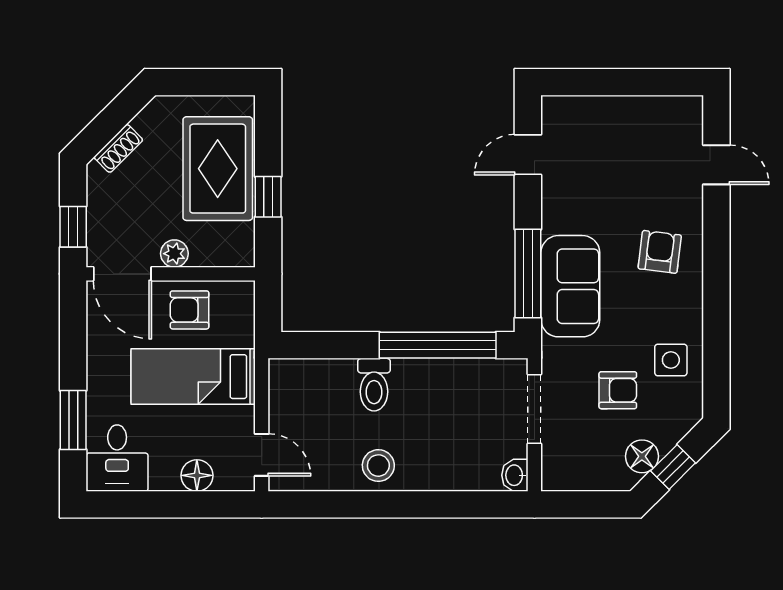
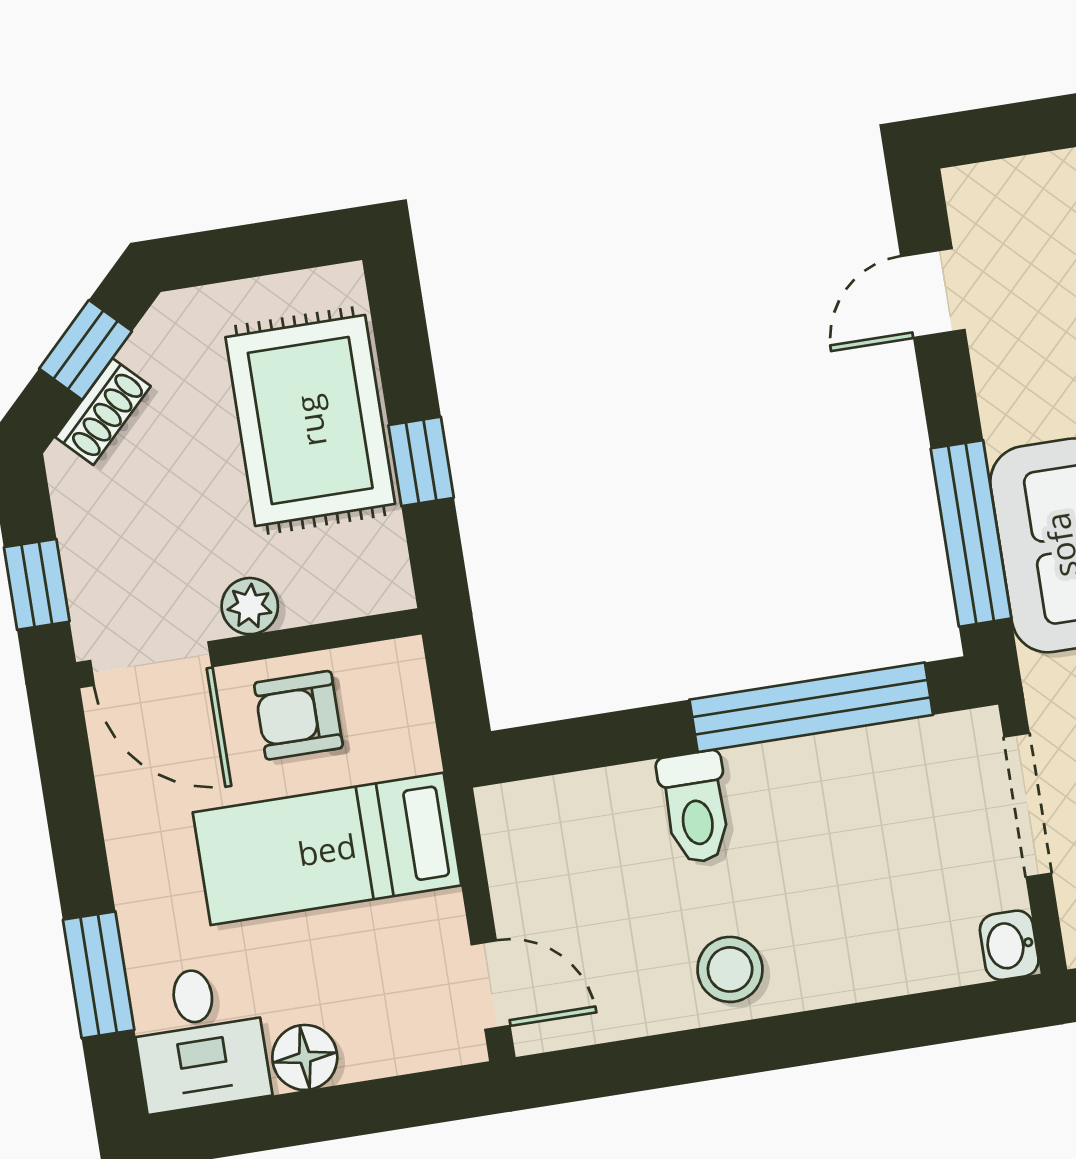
window: (115, 117) -> (86, 350), added
floor lamp: (197, 475) -> (305, 1057), moved

